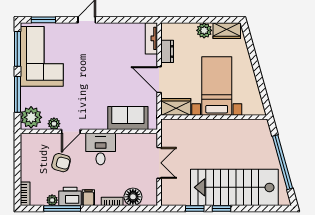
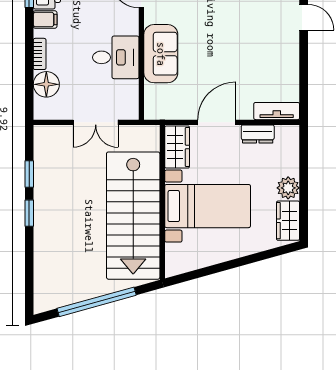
sofa: (128, 118) -> (161, 54), moved
desk: (101, 149) -> (116, 57), moved
stairs: (234, 187) -> (133, 216), moved, turned 180

